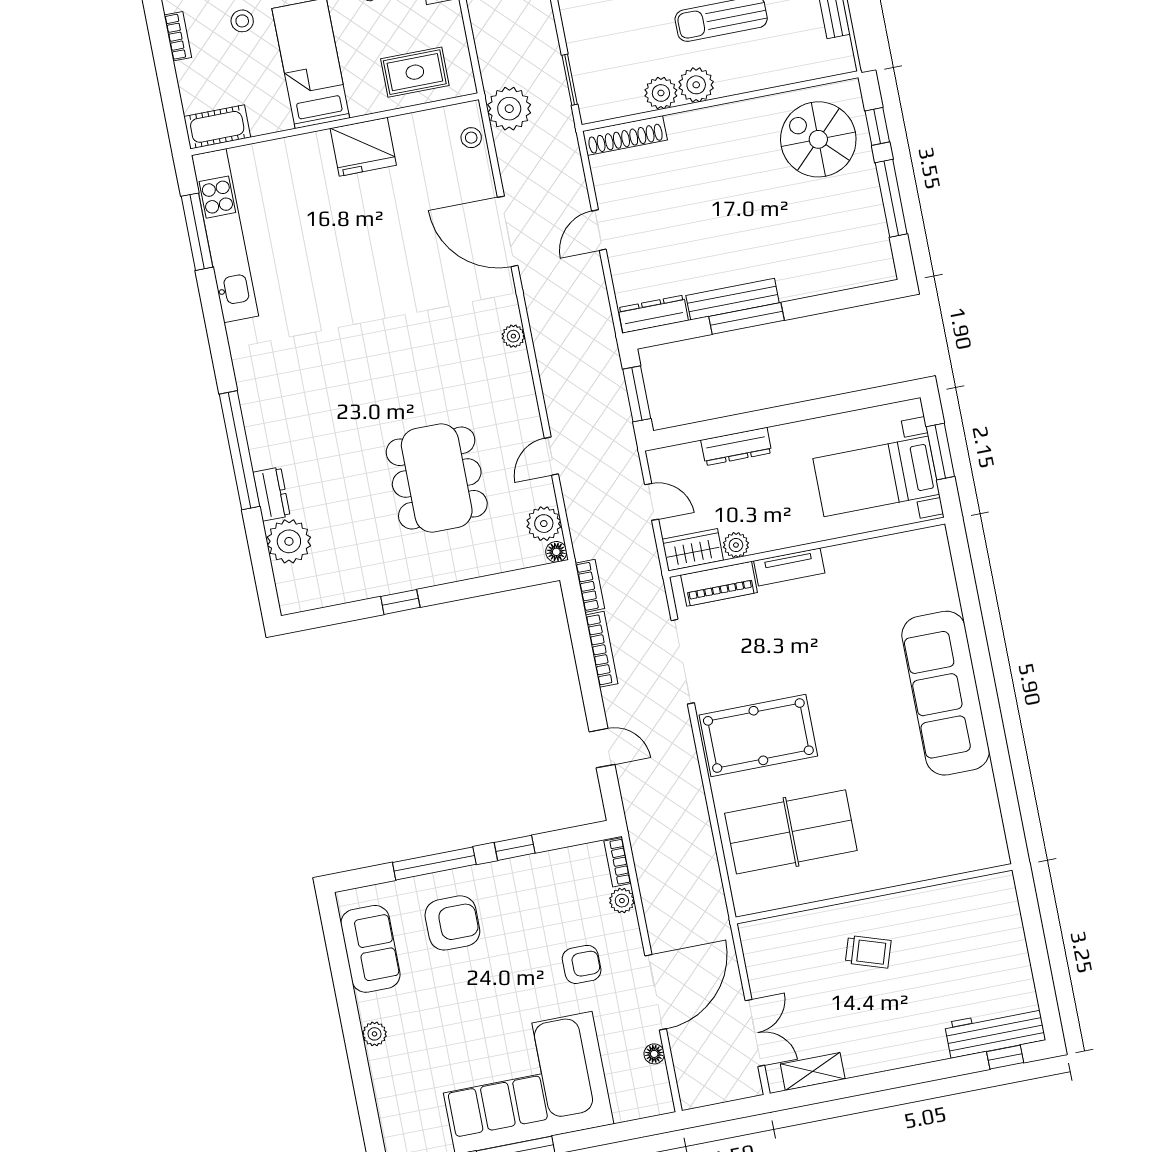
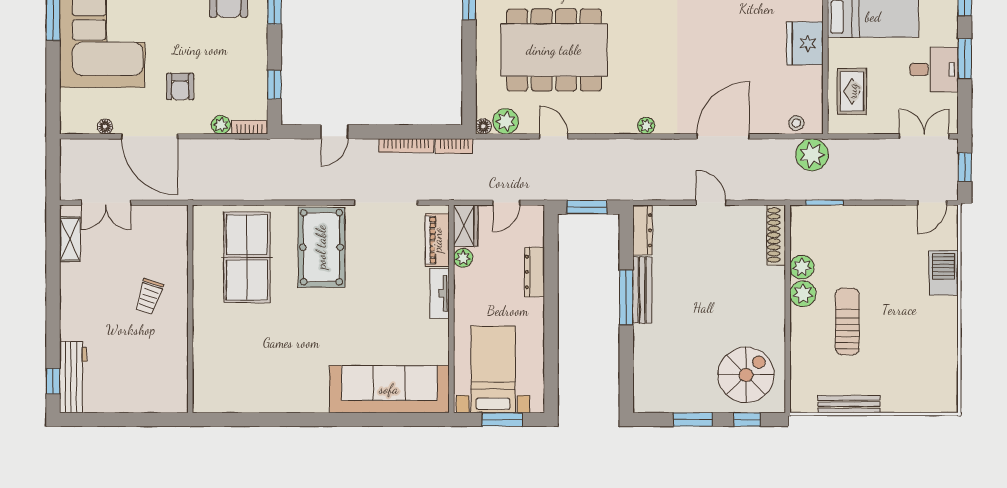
window: (891, 198) -> (693, 420), width x0.69
dining table: (437, 478) -> (554, 50), width x1.36, depth x1.24
sofa: (946, 693) -> (389, 389), moved
window: (515, 848) -> (274, 85), moved

